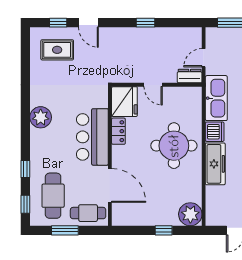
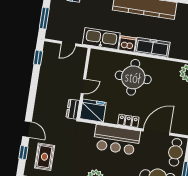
door: (88, 23) -> (27, 129), hinge flipped
window: (146, 23) -> (38, 58), moved
door: (204, 58) -> (68, 44), hinge flipped
dresser: (190, 76) -> (73, 109), moved
locker: (118, 131) -> (128, 121), moved

